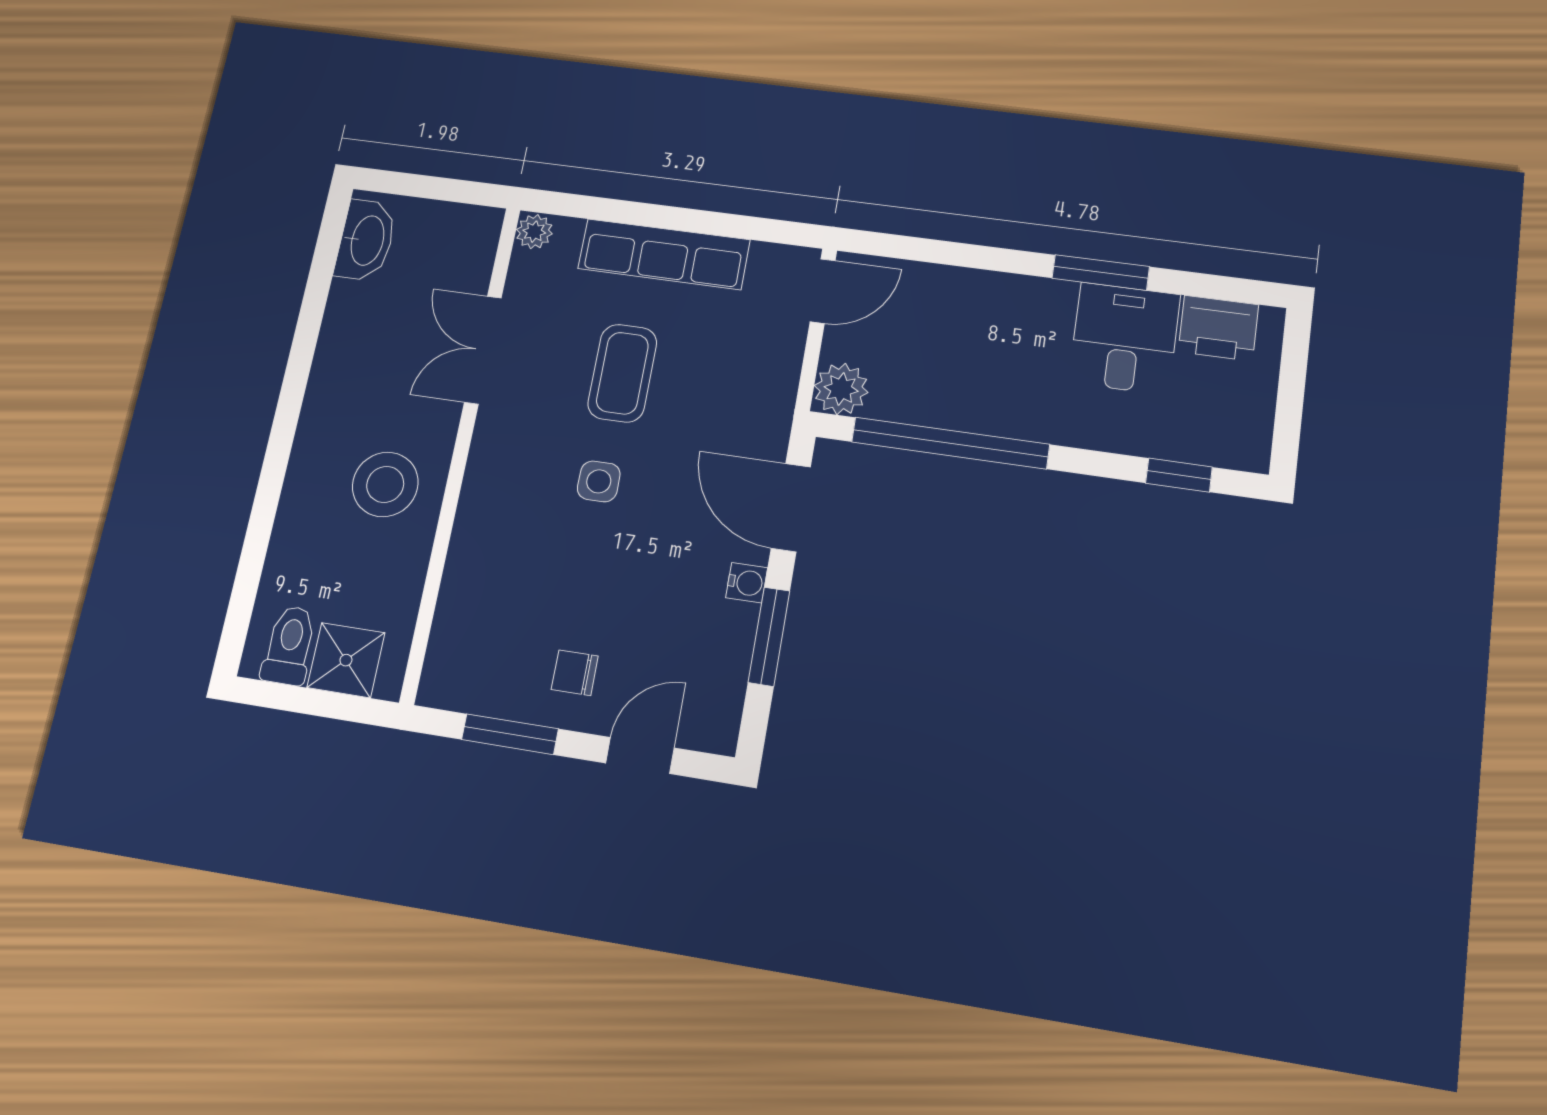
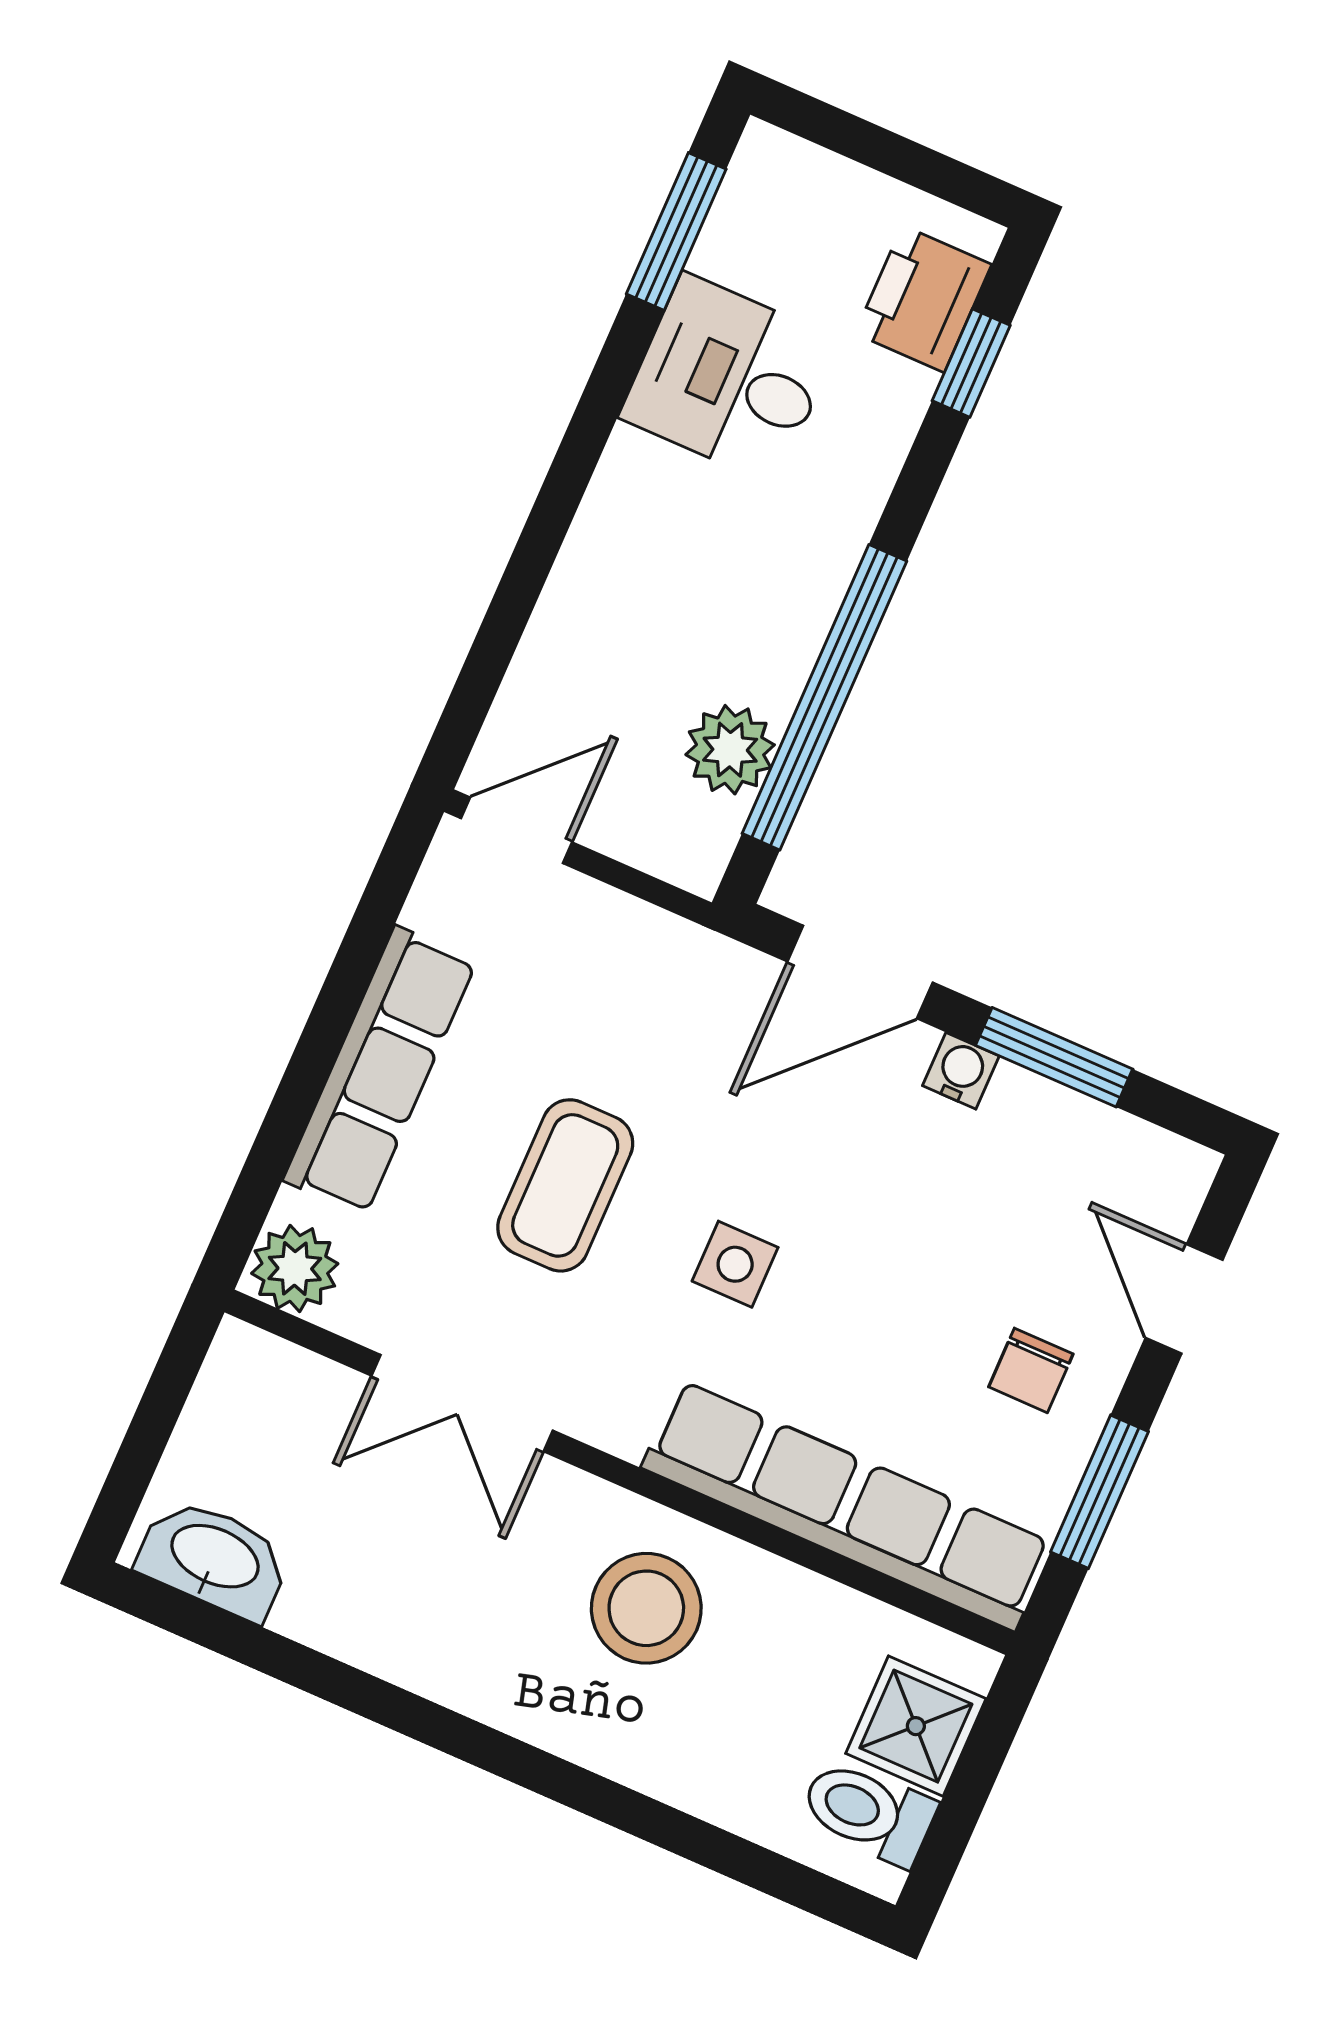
plant: (534, 232) -> (295, 1268), width x1.38, depth x1.38
window: (1101, 272) -> (676, 232), moved
door: (823, 291) -> (517, 830), hinge flipped
printer: (1218, 328) -> (923, 299), moved, turned 180
coffee table: (622, 373) -> (565, 1185), turned 90
plant: (841, 389) -> (730, 750), moved
row of seats: (470, 585) -> (847, 1506), added

